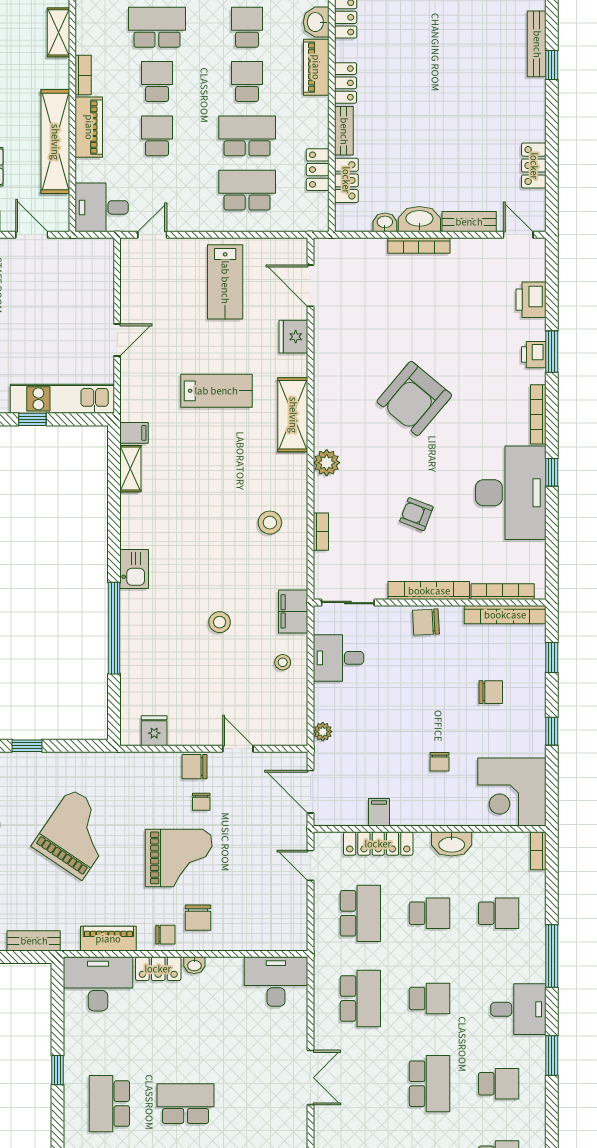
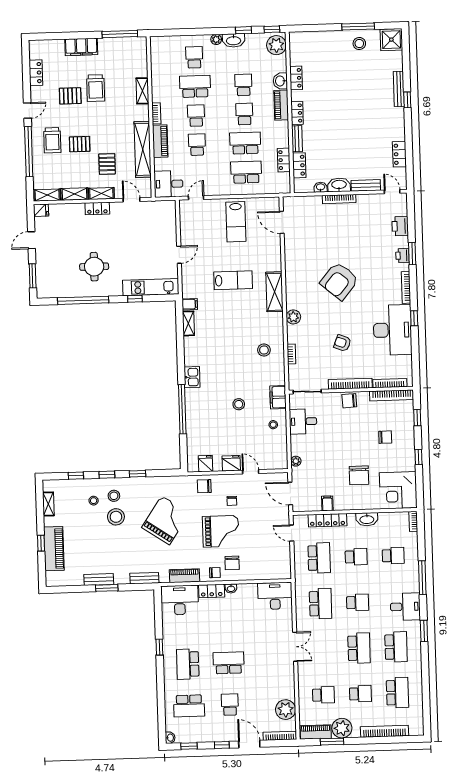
fridge: (293, 337) -> (231, 463), moved, turned 90
chair: (440, 762) -> (359, 475), width x1.87, depth x1.87
chair: (194, 767) -> (204, 486), moved
school desk: (499, 1084) -> (396, 647), width x1.85

